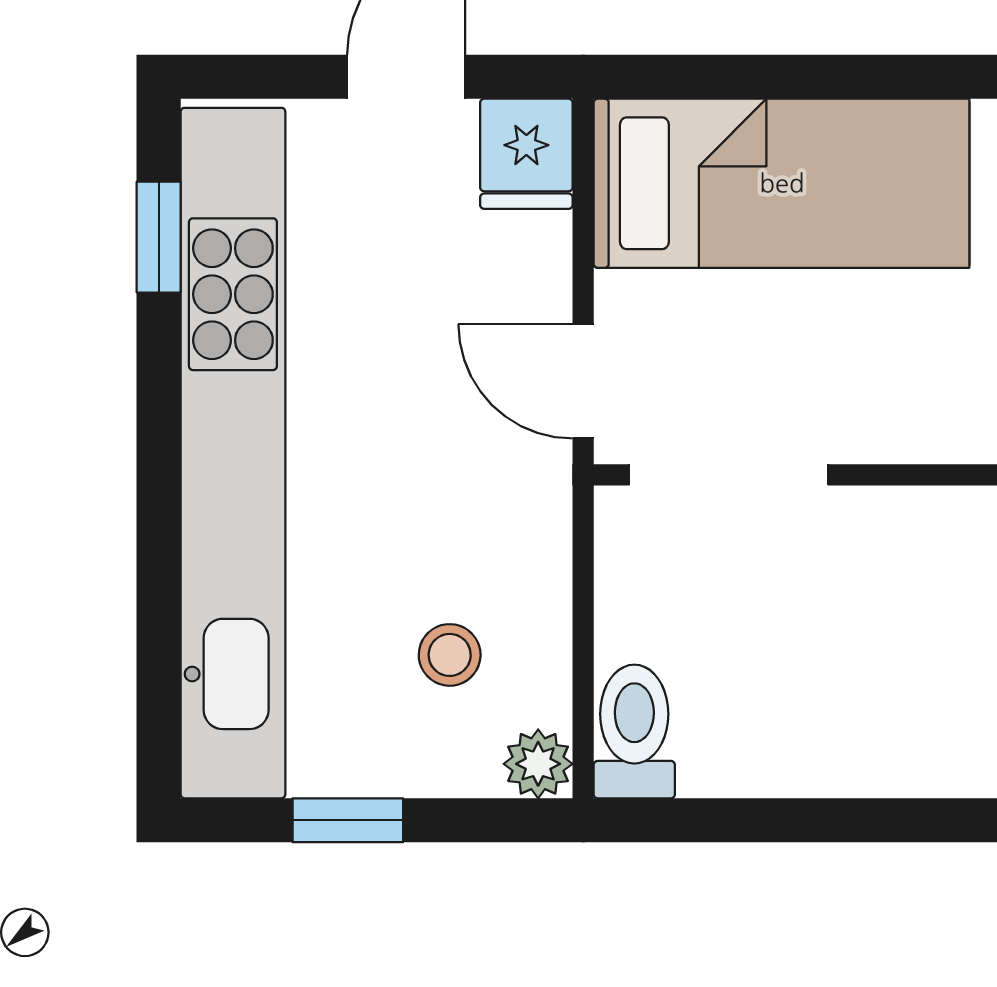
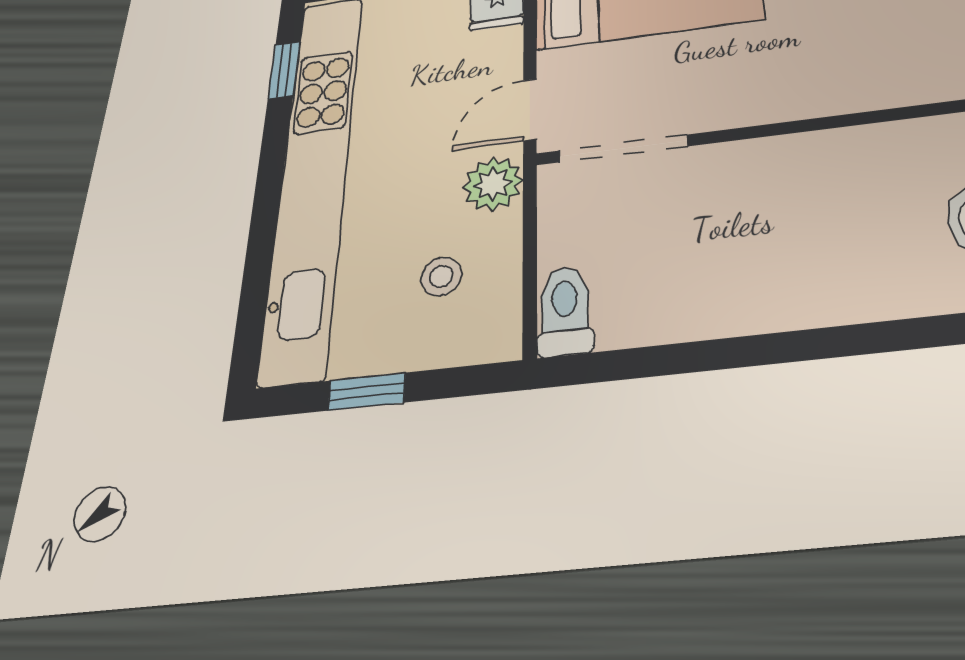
door: (583, 381) -> (530, 110), hinge flipped
plant: (538, 764) -> (493, 184), moved, width x1.38, depth x1.38

